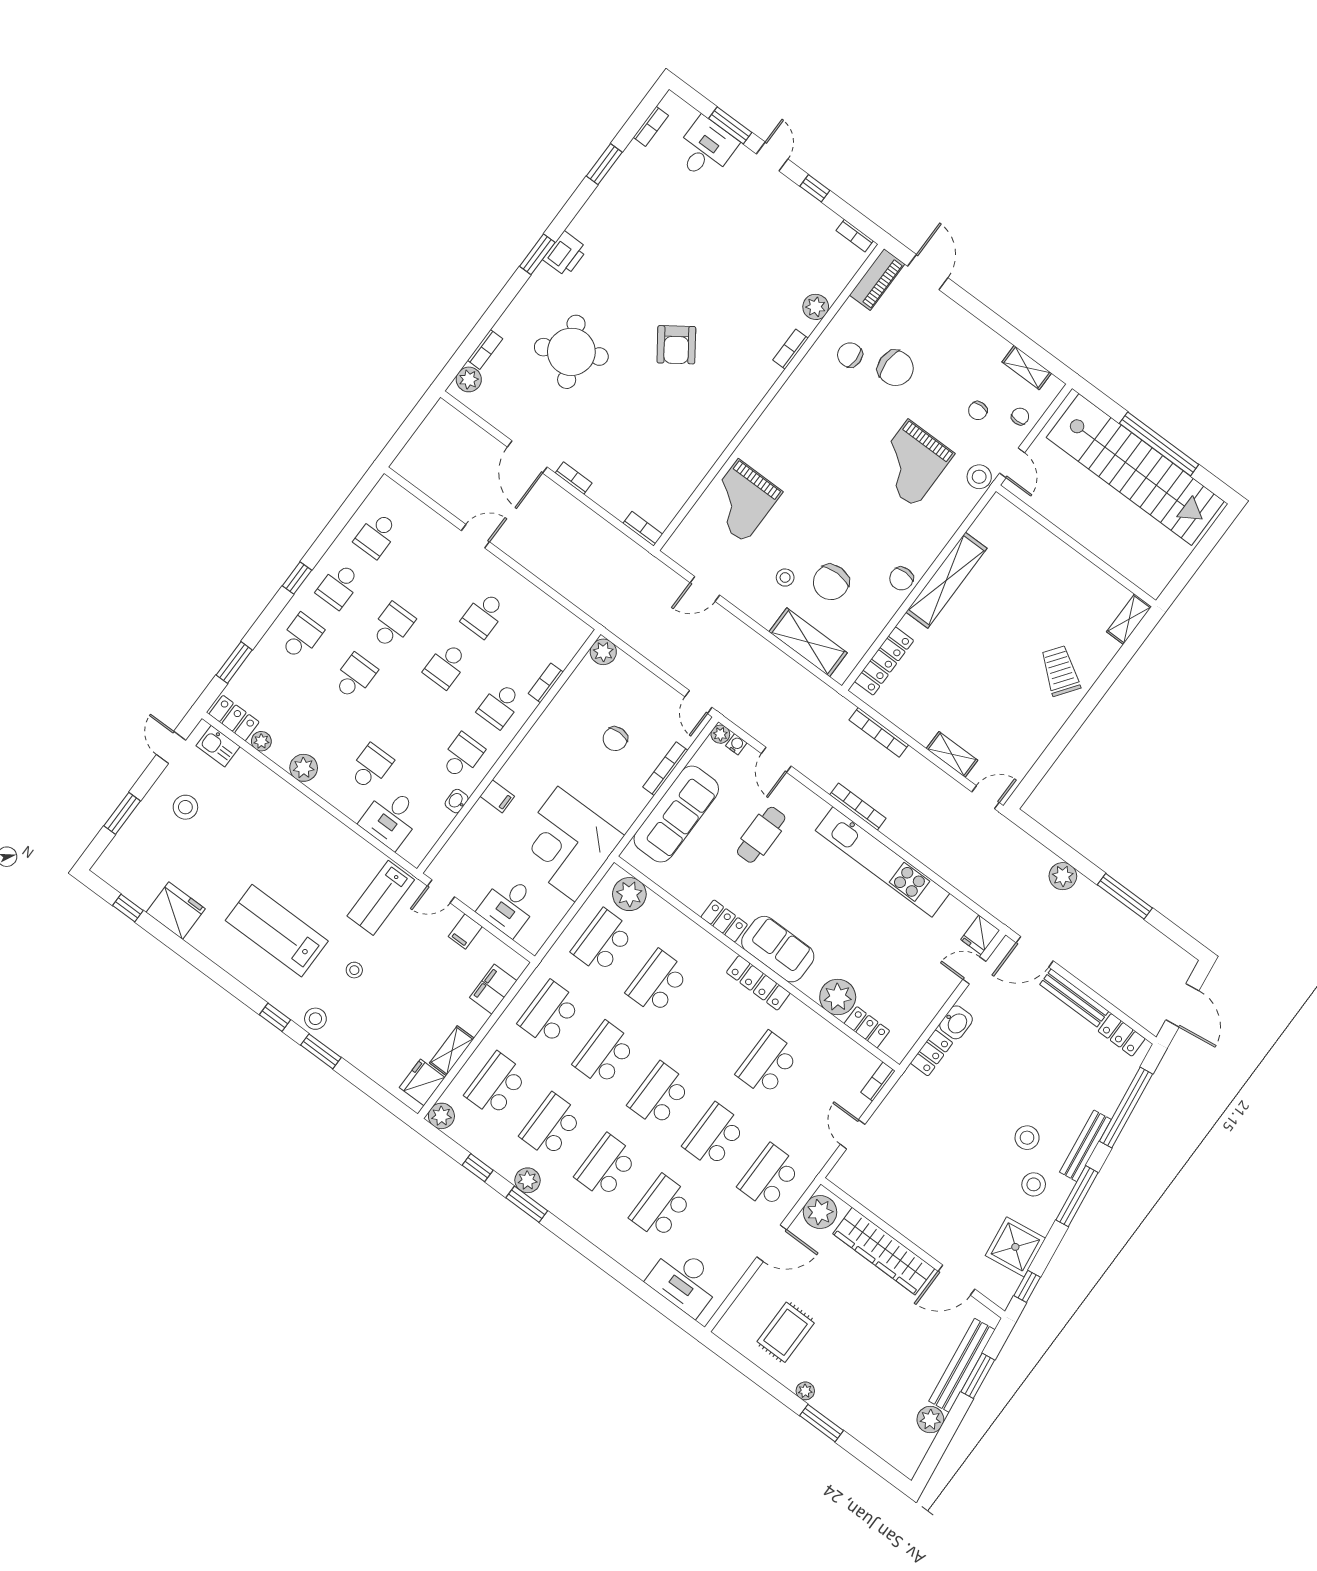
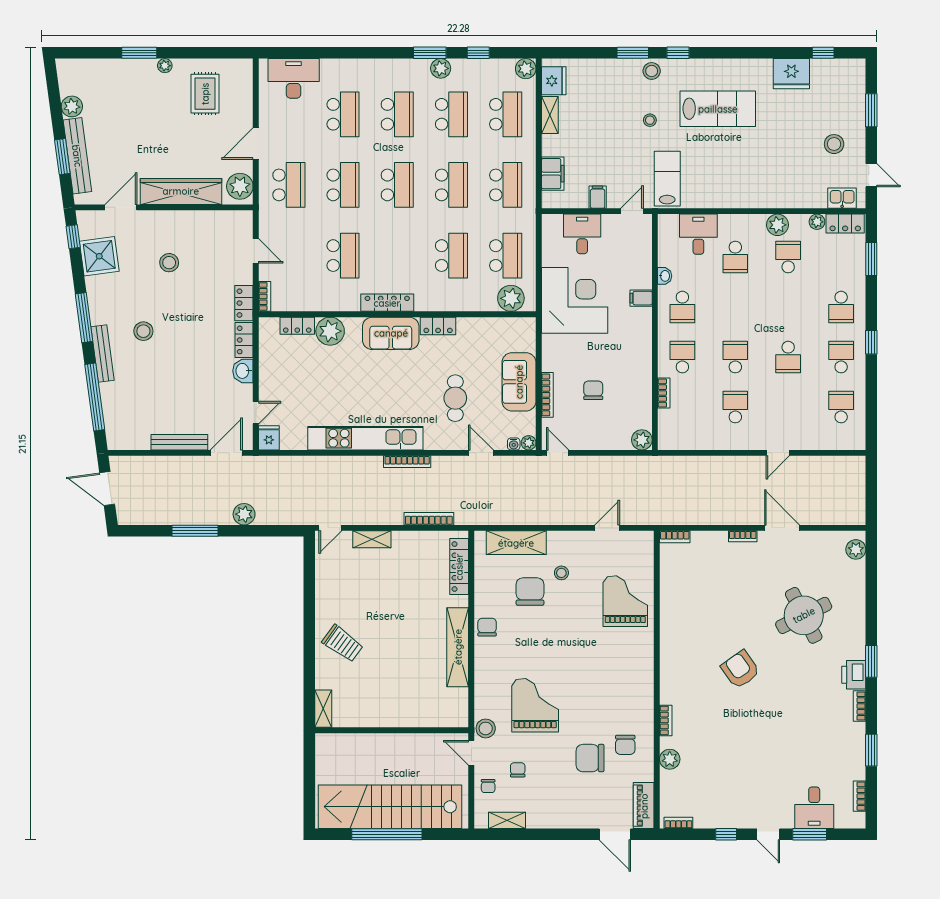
bookcase: (485, 350) -> (860, 706), moved
chair: (850, 355) -> (625, 745), turned 90
school desk: (355, 676) -> (788, 257), moved, turned 180
sofa: (676, 814) -> (519, 382), width x0.73
locker: (1122, 1035) -> (244, 303), moved, turned -90
stool: (1034, 1184) -> (169, 263), moved

